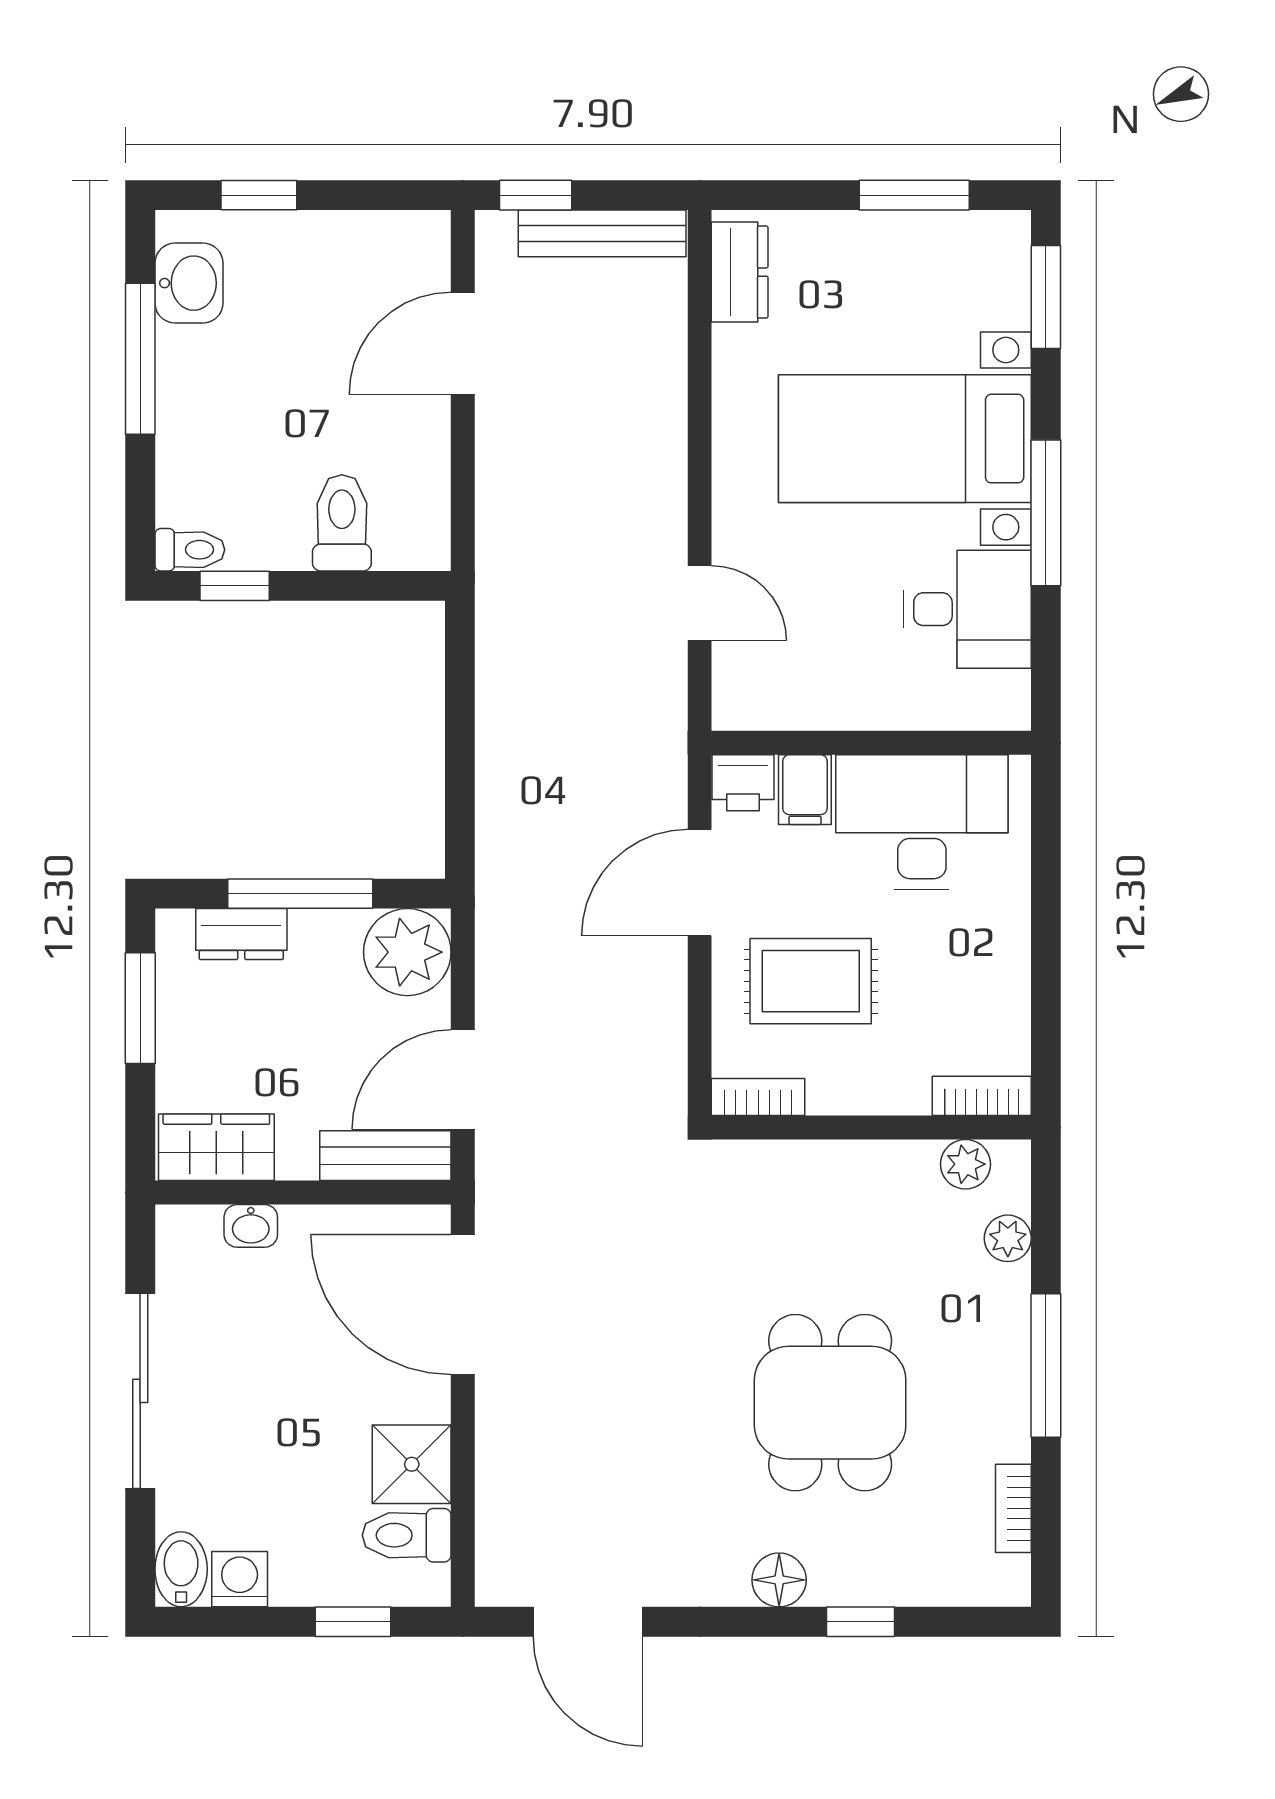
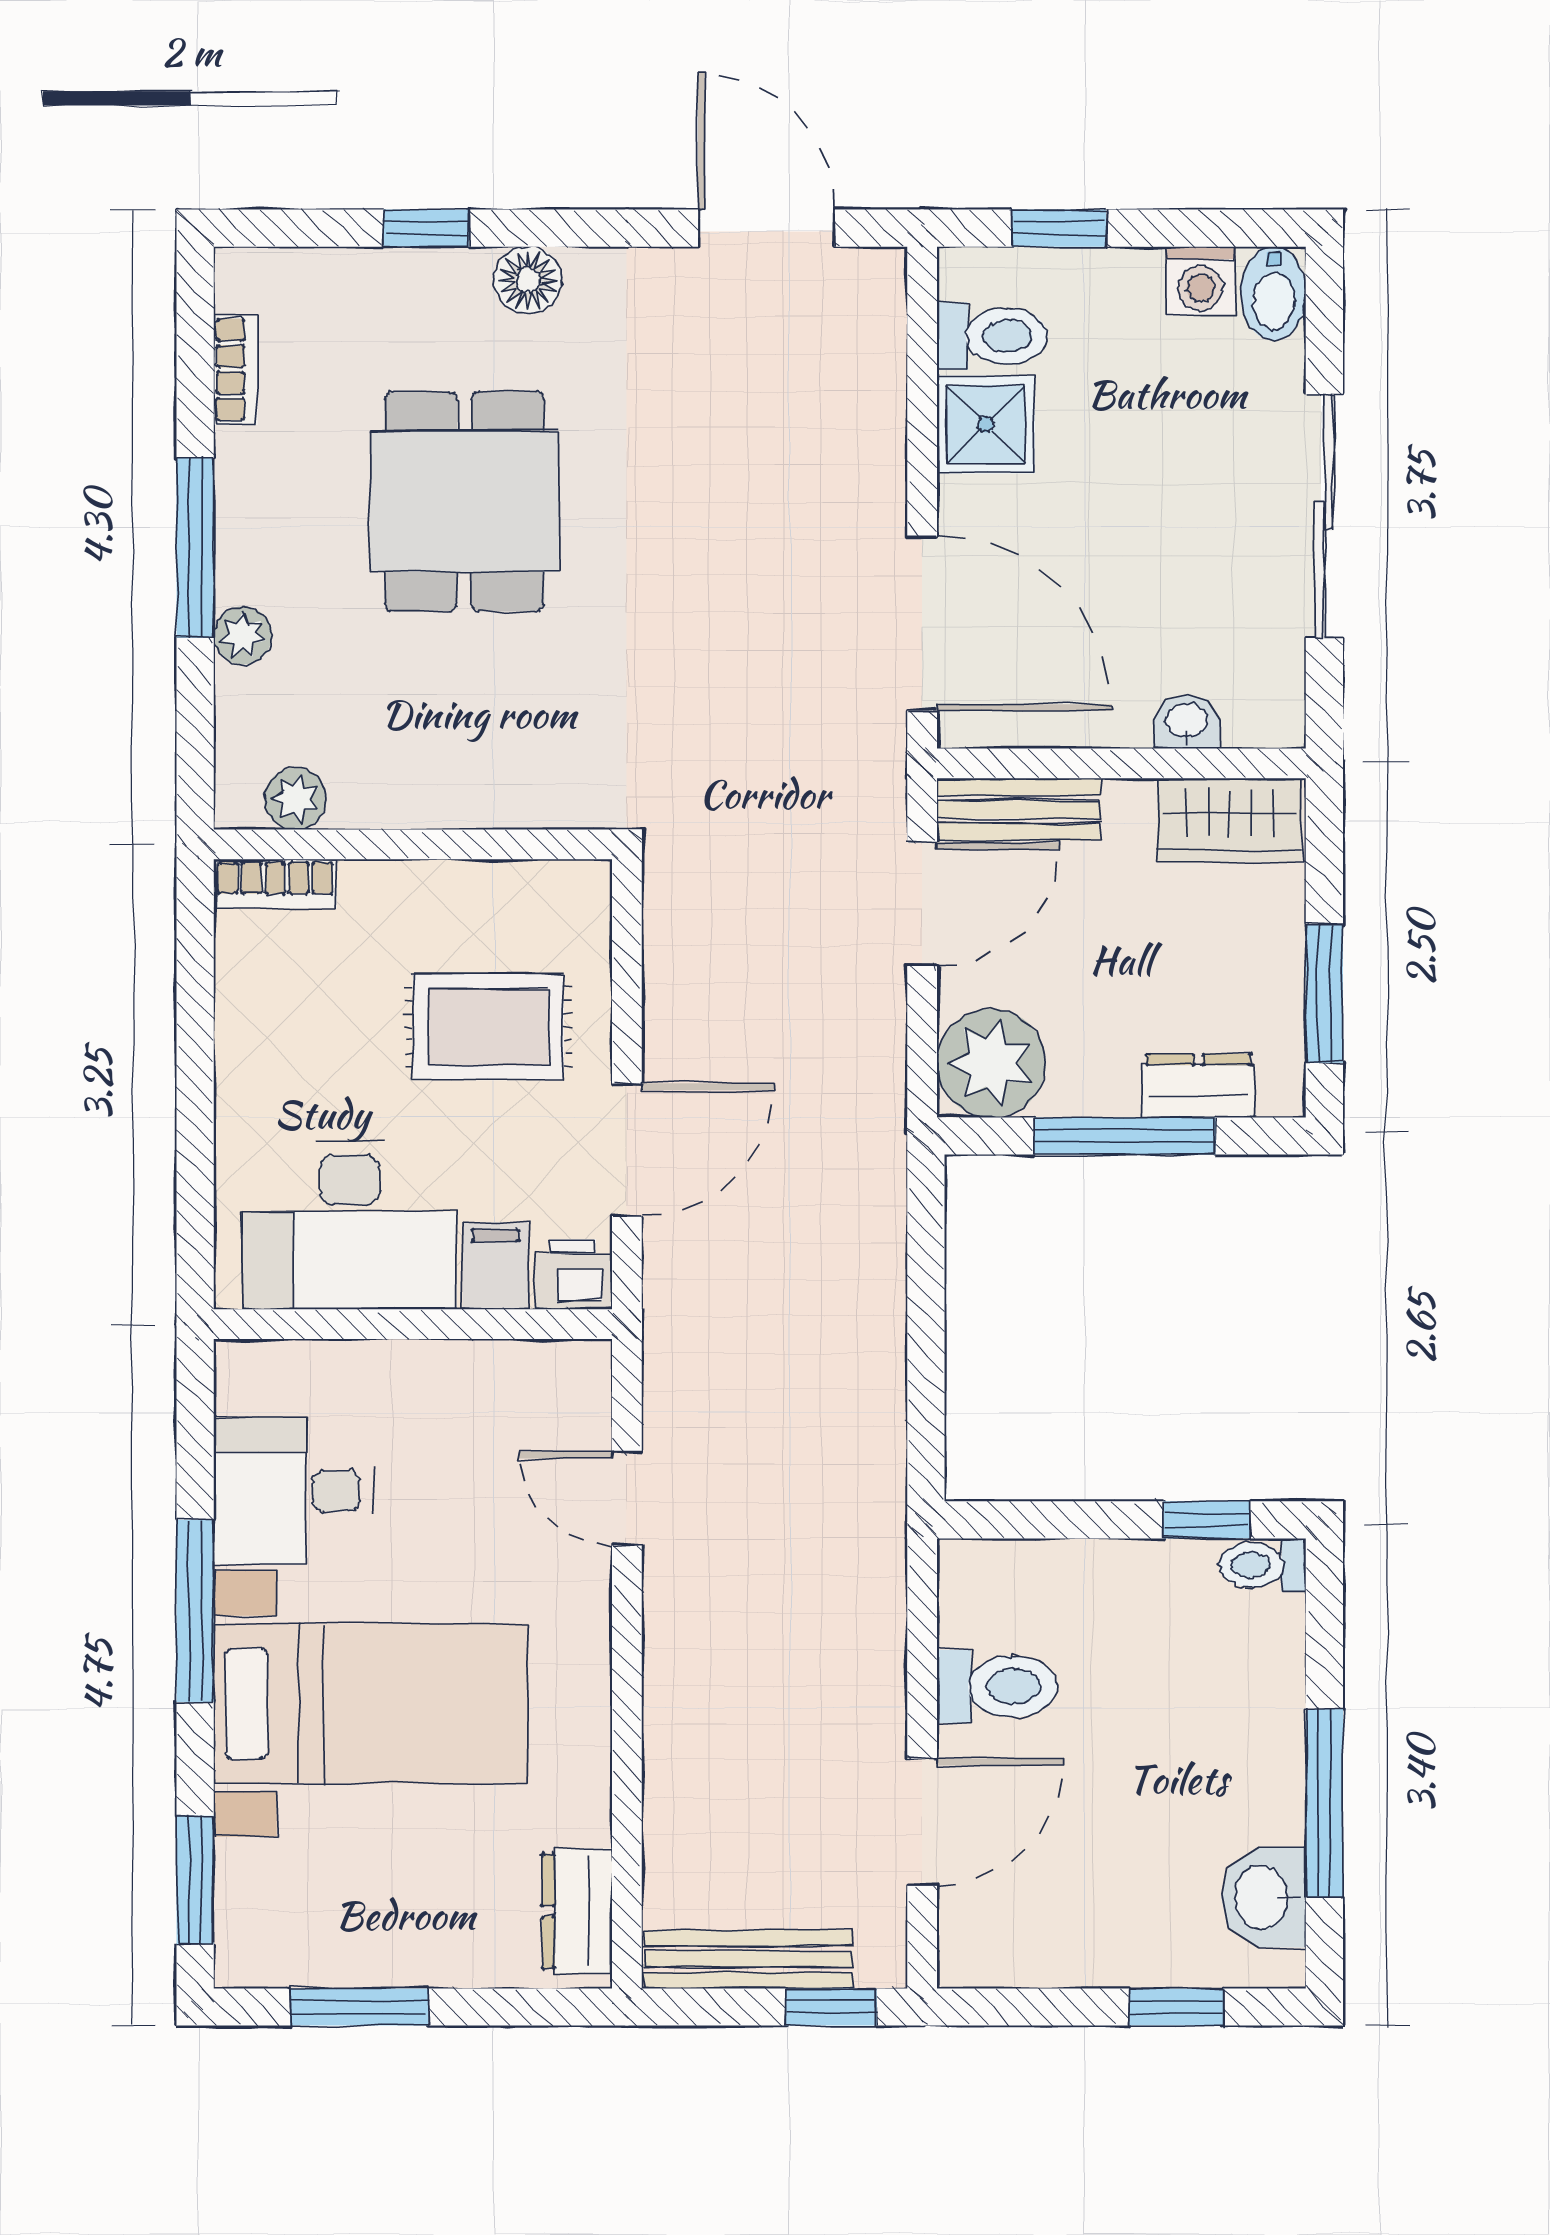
toilet: (342, 523) -> (997, 1687), moved, turned -90
bookcase: (758, 1097) -> (554, 882), removed
plant: (1008, 1238) -> (243, 635), moved

